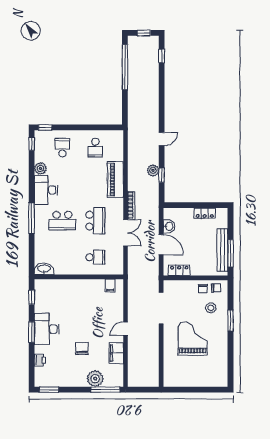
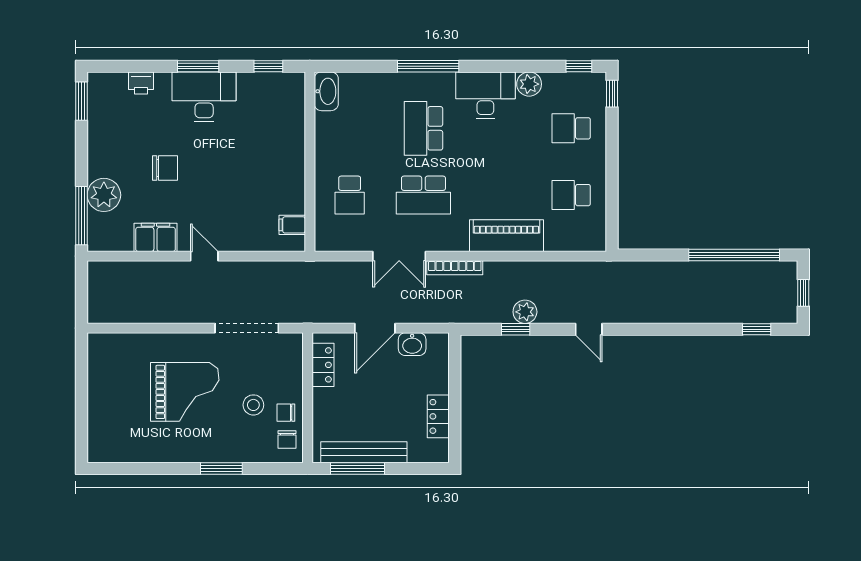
school desk: (62, 148) -> (571, 128), turned 180
stool: (211, 308) -> (253, 405), moved

